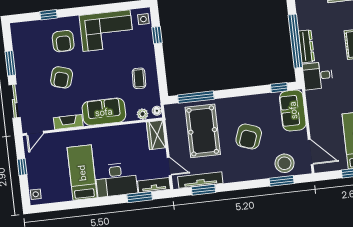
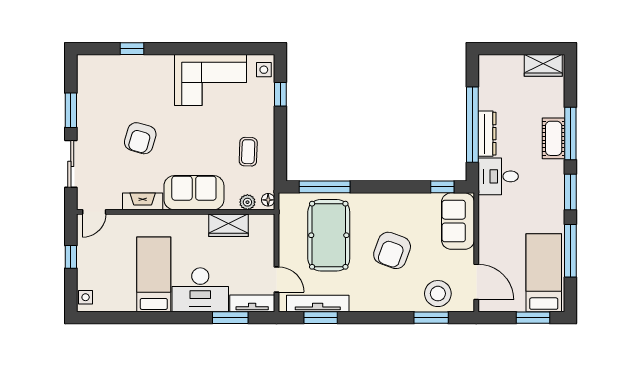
armchair: (63, 41) -> (148, 88), removed
wardrobe: (156, 135) -> (228, 225), moved, turned -90

